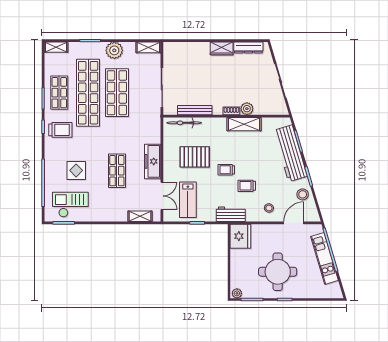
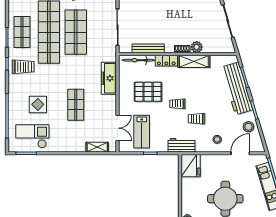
locker: (214, 123) -> (166, 61), added
freezer: (153, 161) -> (109, 78), moved

